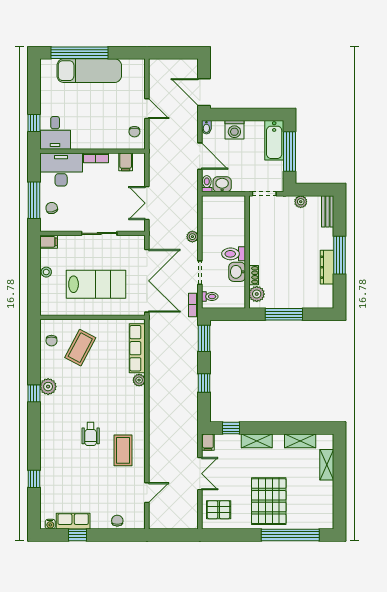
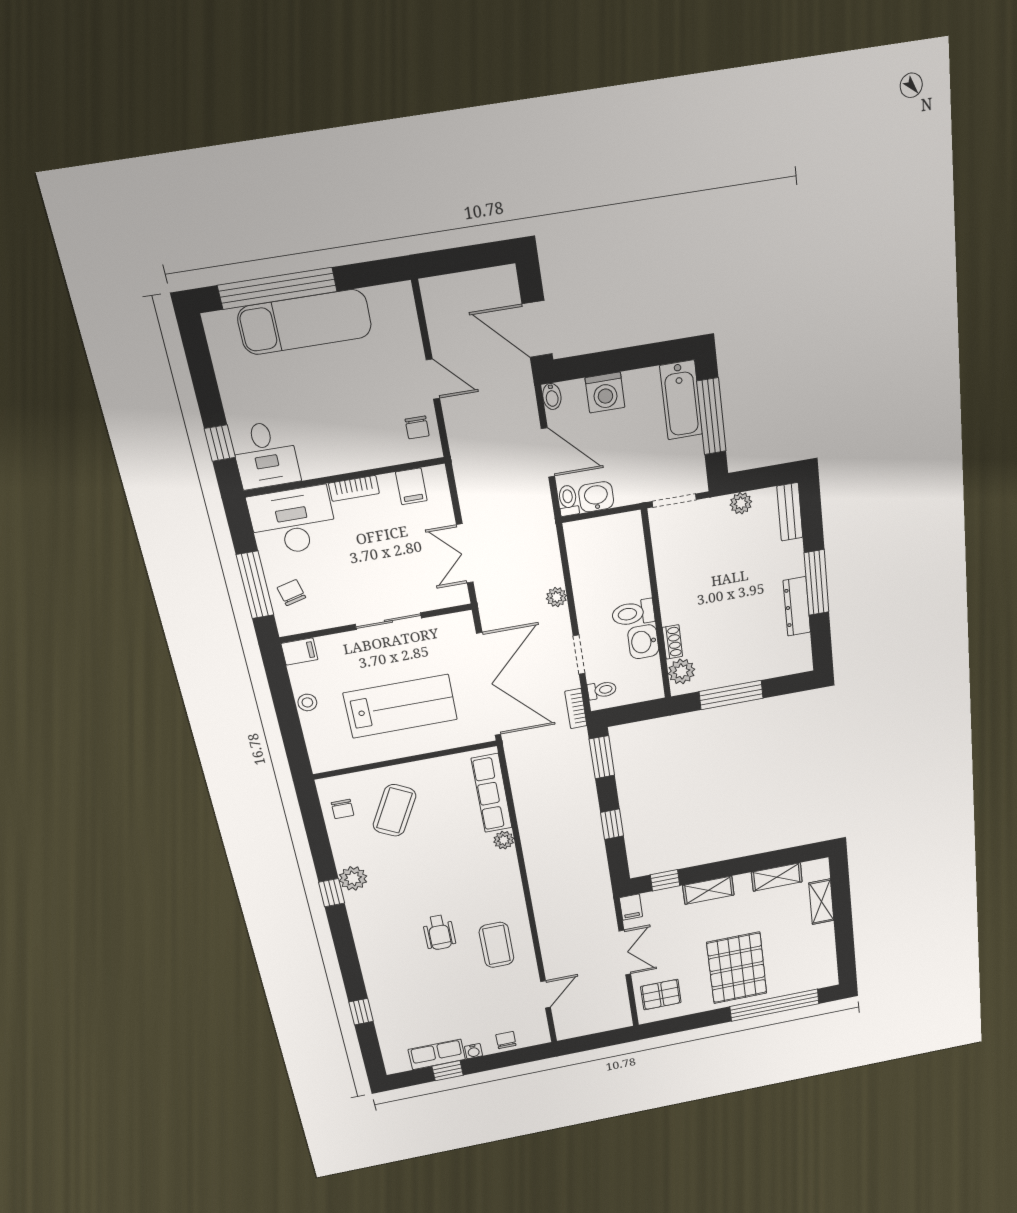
water cooler: (50, 524) -> (473, 1051), moved

